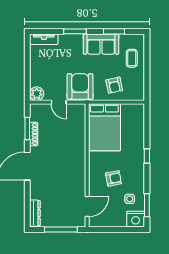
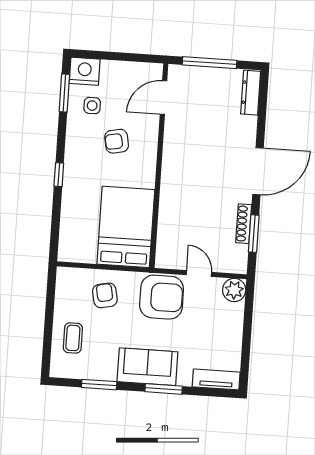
sofa: (101, 44) -> (147, 367), moved
armchair: (80, 86) -> (162, 297), turned -90

